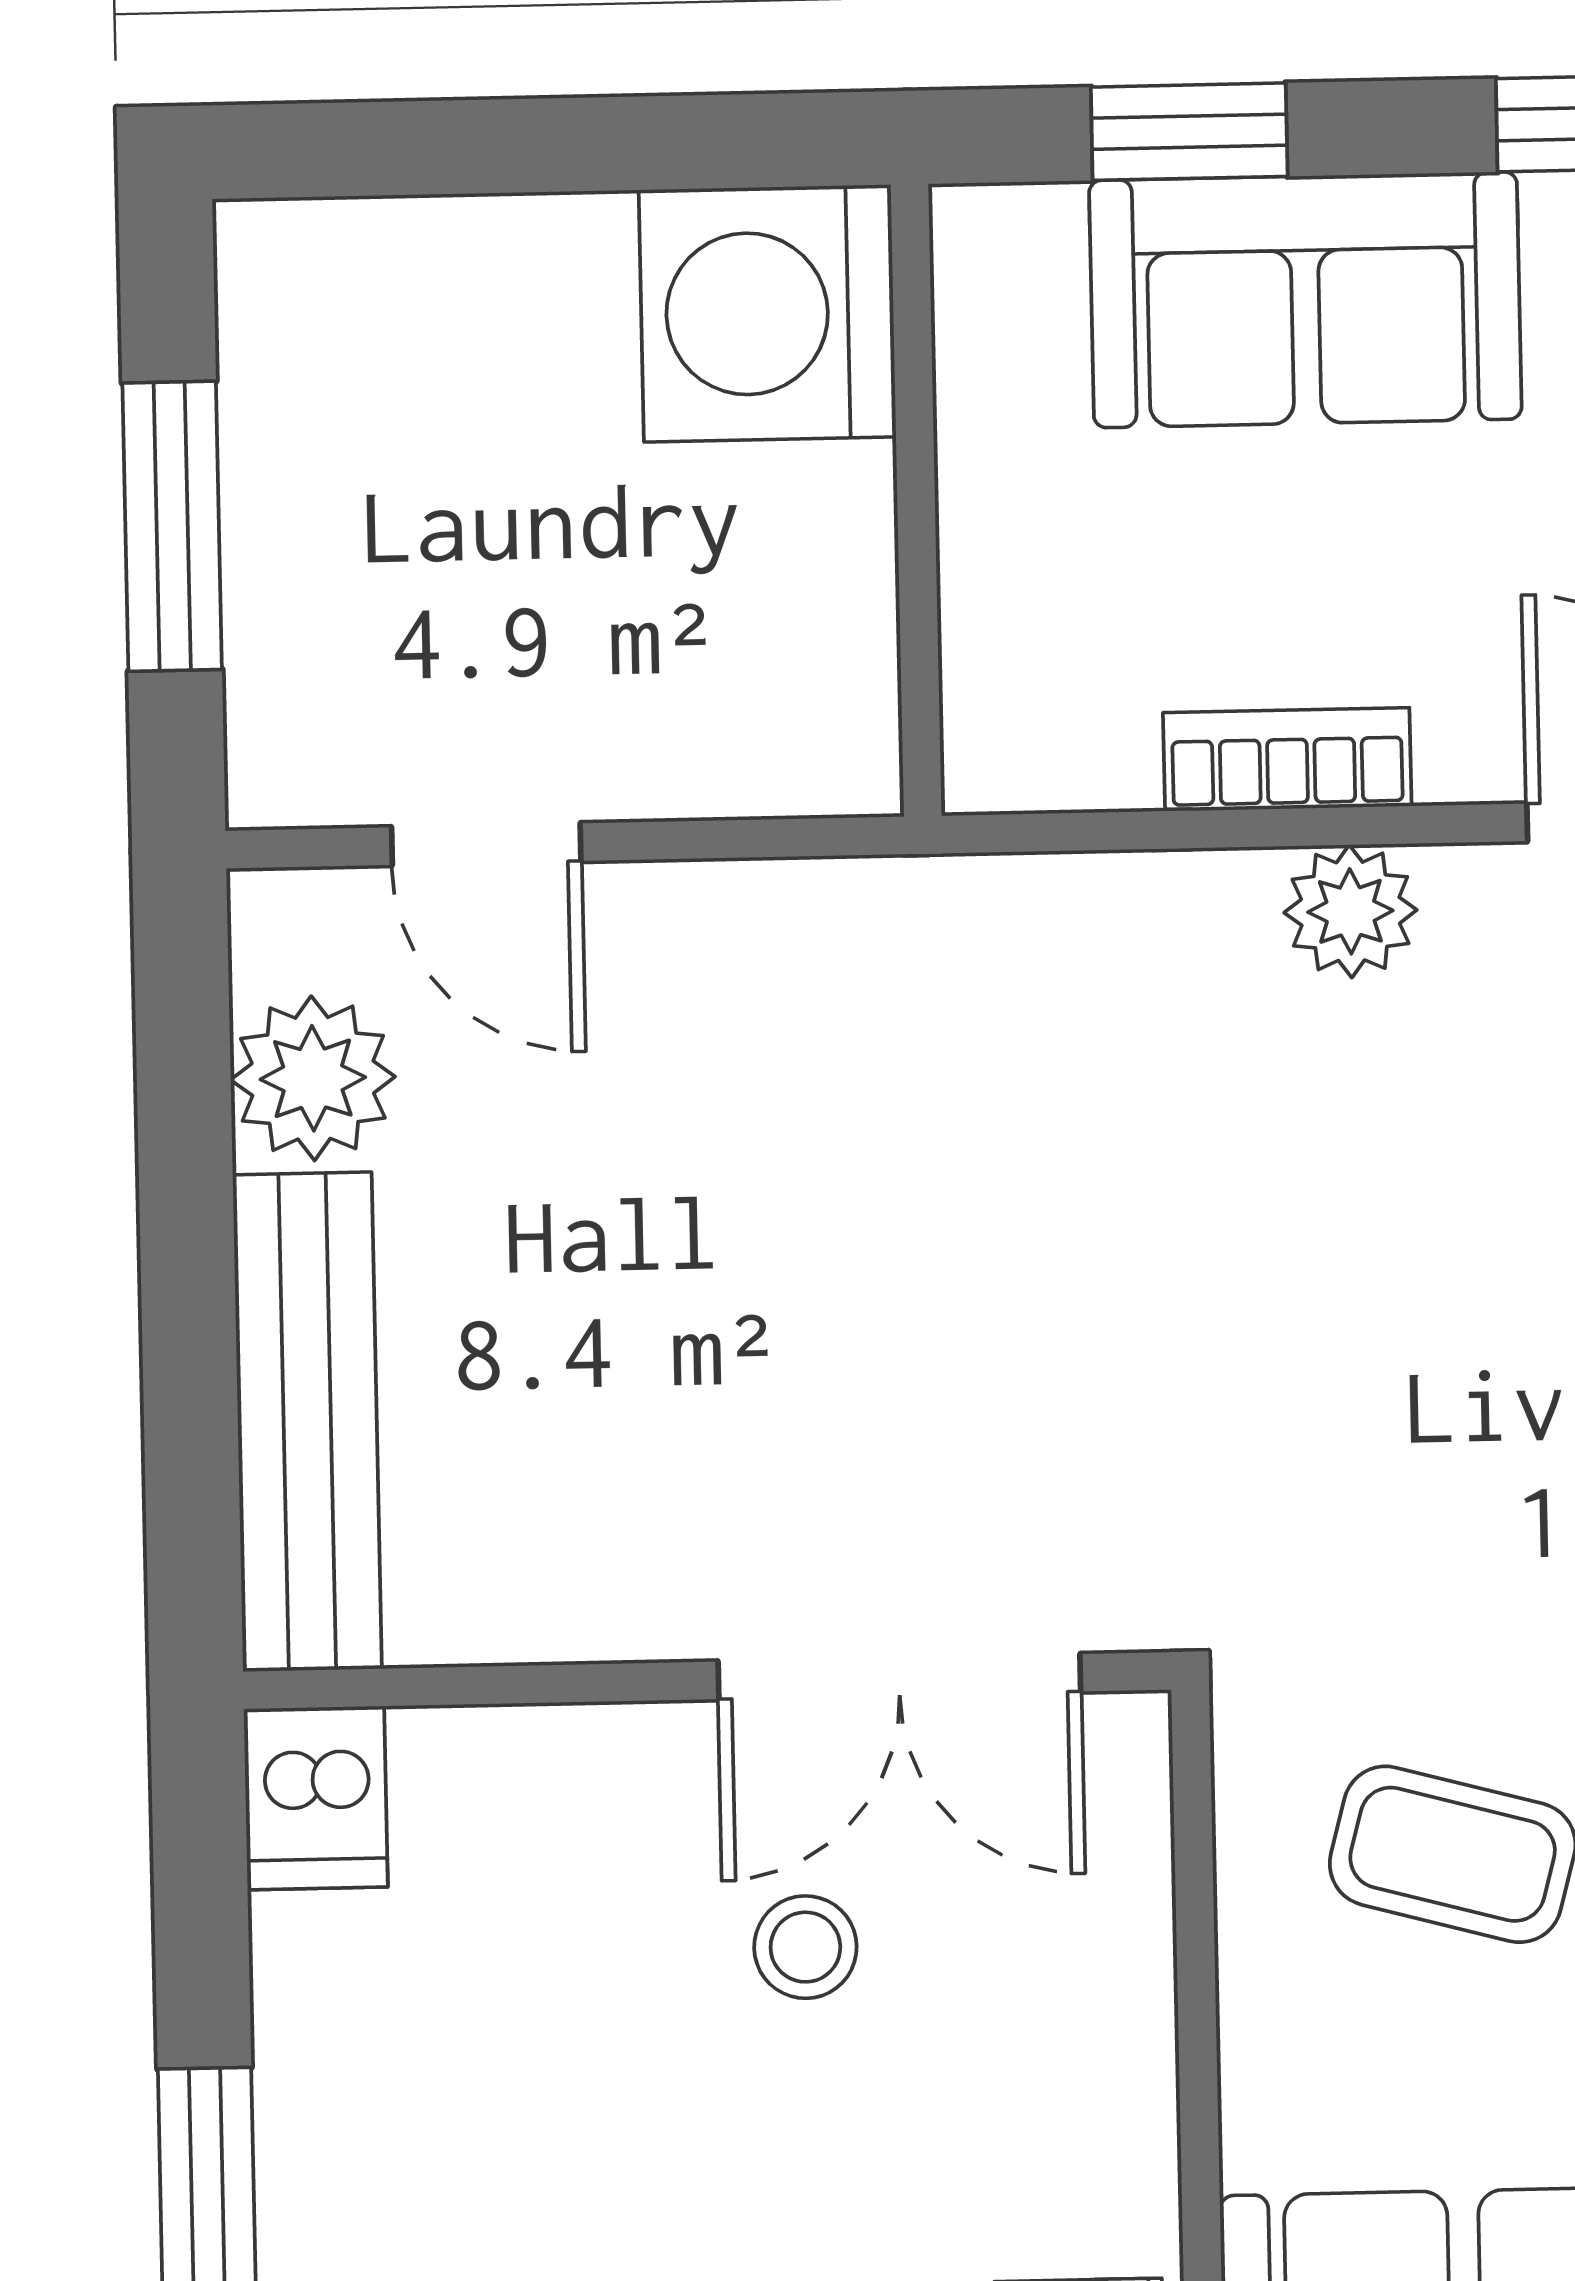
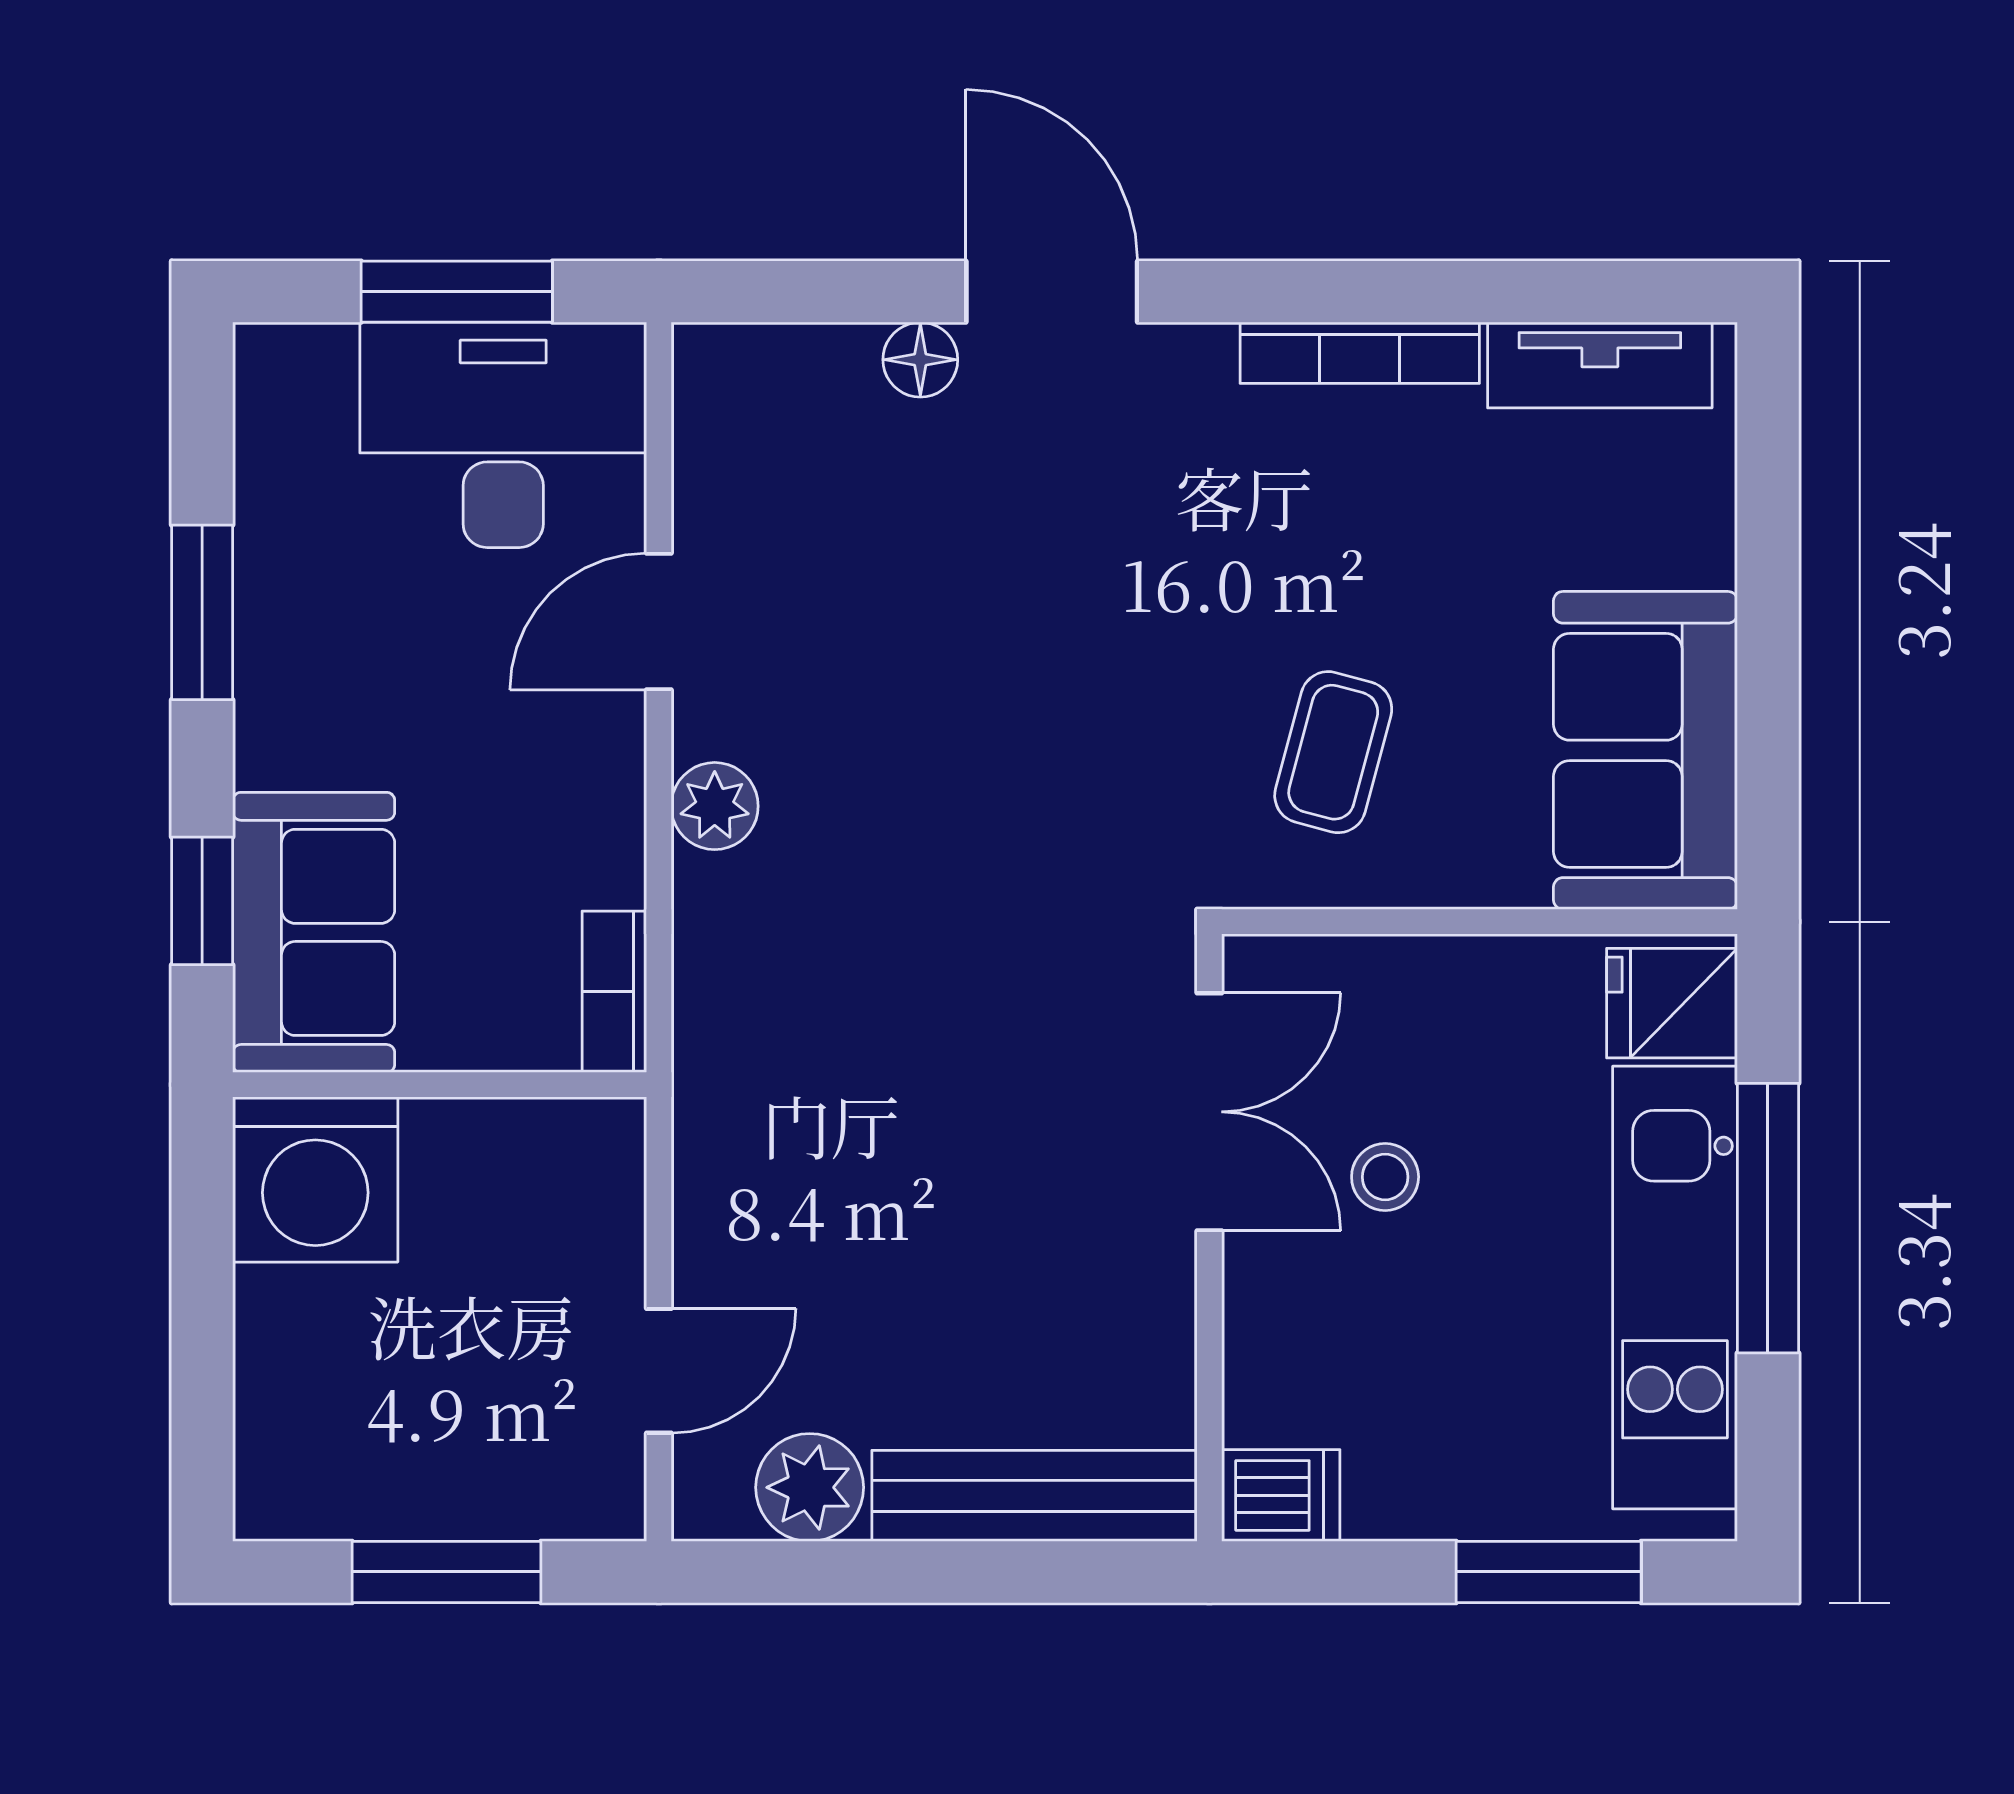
sofa: (1305, 300) -> (314, 932), moved
bookcase: (1287, 759) -> (614, 992), moved

